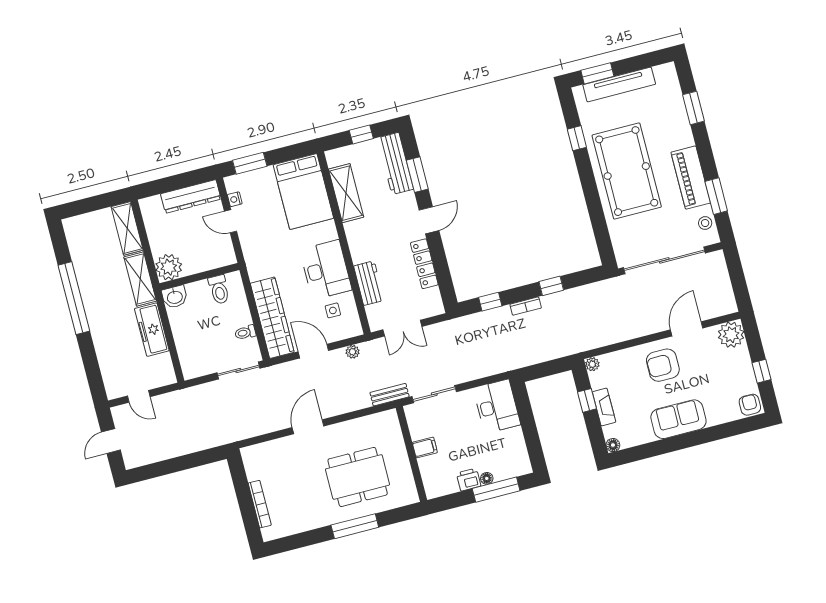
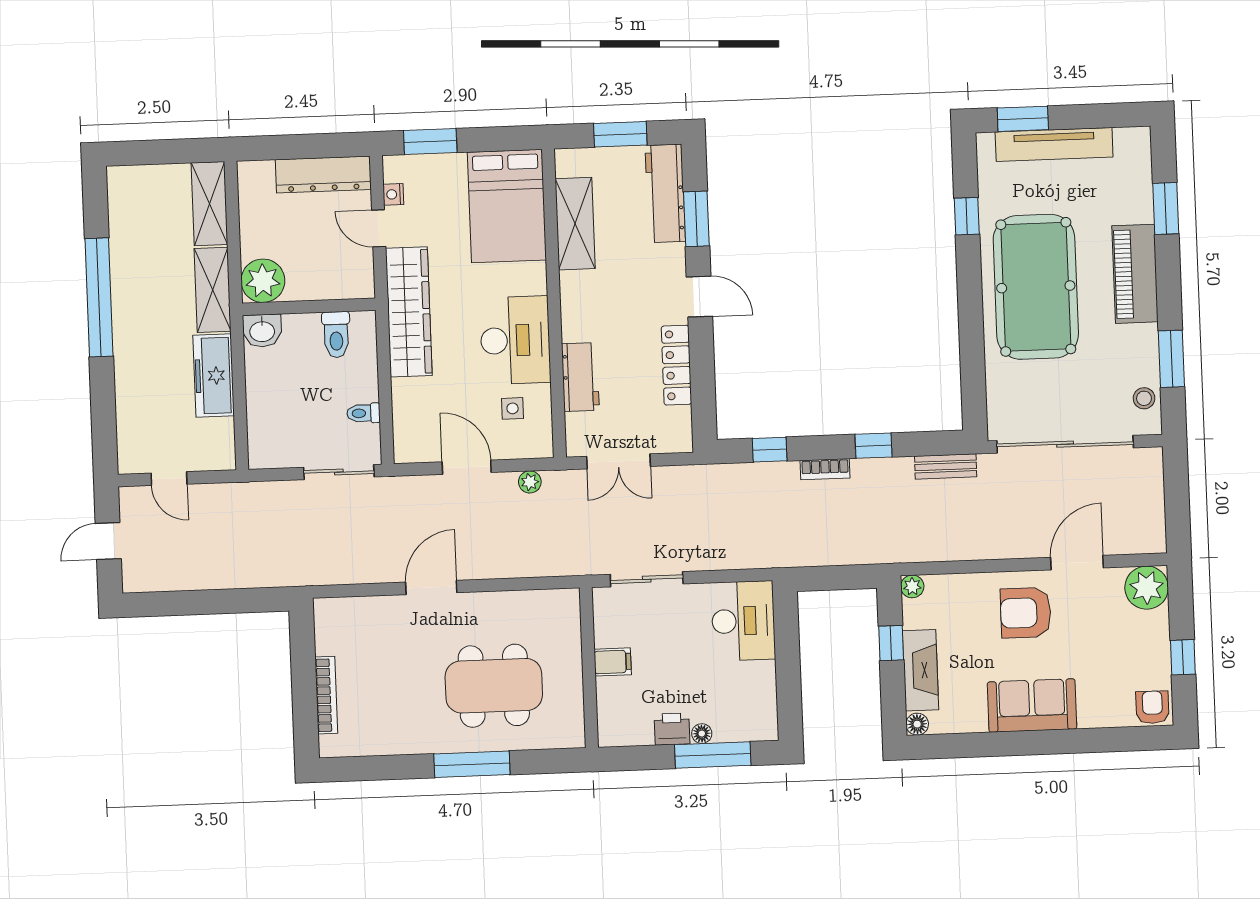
window: (361, 134) -> (620, 134), width x1.50
piano: (691, 178) -> (1135, 274), moved
door: (429, 220) -> (699, 297), hinge flipped
wardrobe: (272, 318) -> (409, 312), moved
bench: (390, 395) -> (946, 466), moved
fireplace: (604, 407) -> (921, 670), width x1.37, depth x1.32

